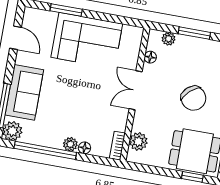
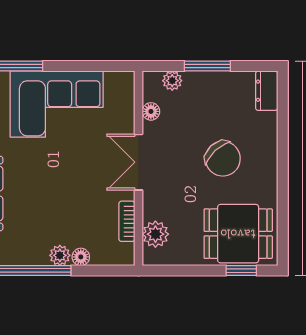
bookcase: (117, 146) -> (127, 221), moved

